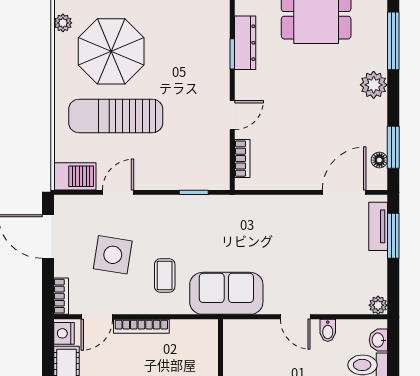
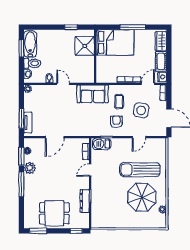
window: (393, 41) -> (21, 184), moved
plant: (374, 85) -> (30, 168), moved
sun lounger: (116, 116) -> (140, 170), turned 180
barbecue: (75, 176) -> (102, 144), moved
door: (344, 192) -> (55, 137), moved
armchair: (171, 228) -> (116, 122), added

